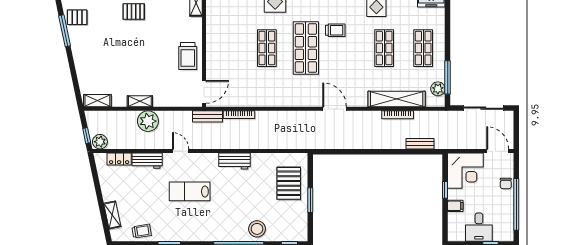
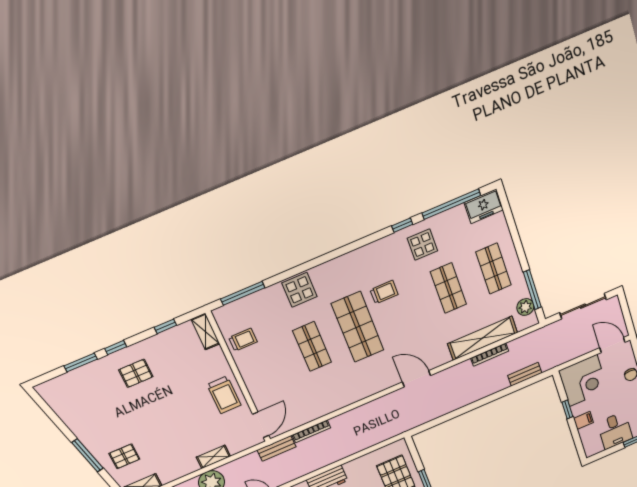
pallet: (77, 17) -> (124, 456), moved
trolley: (220, 21) -> (243, 340), added
window: (65, 31) -> (87, 455), moved
shelving: (140, 101) -> (213, 457), moved

